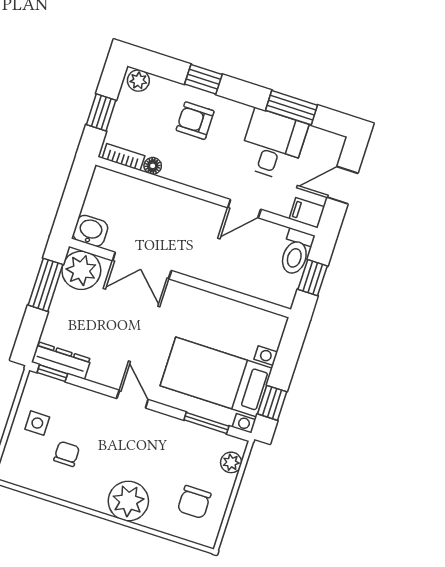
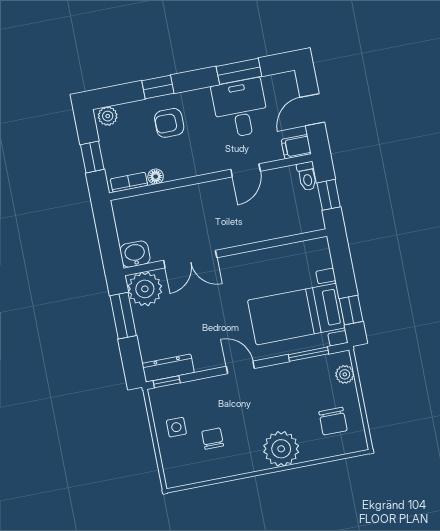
toilet: (296, 252) -> (307, 176), width x0.73, depth x0.72

